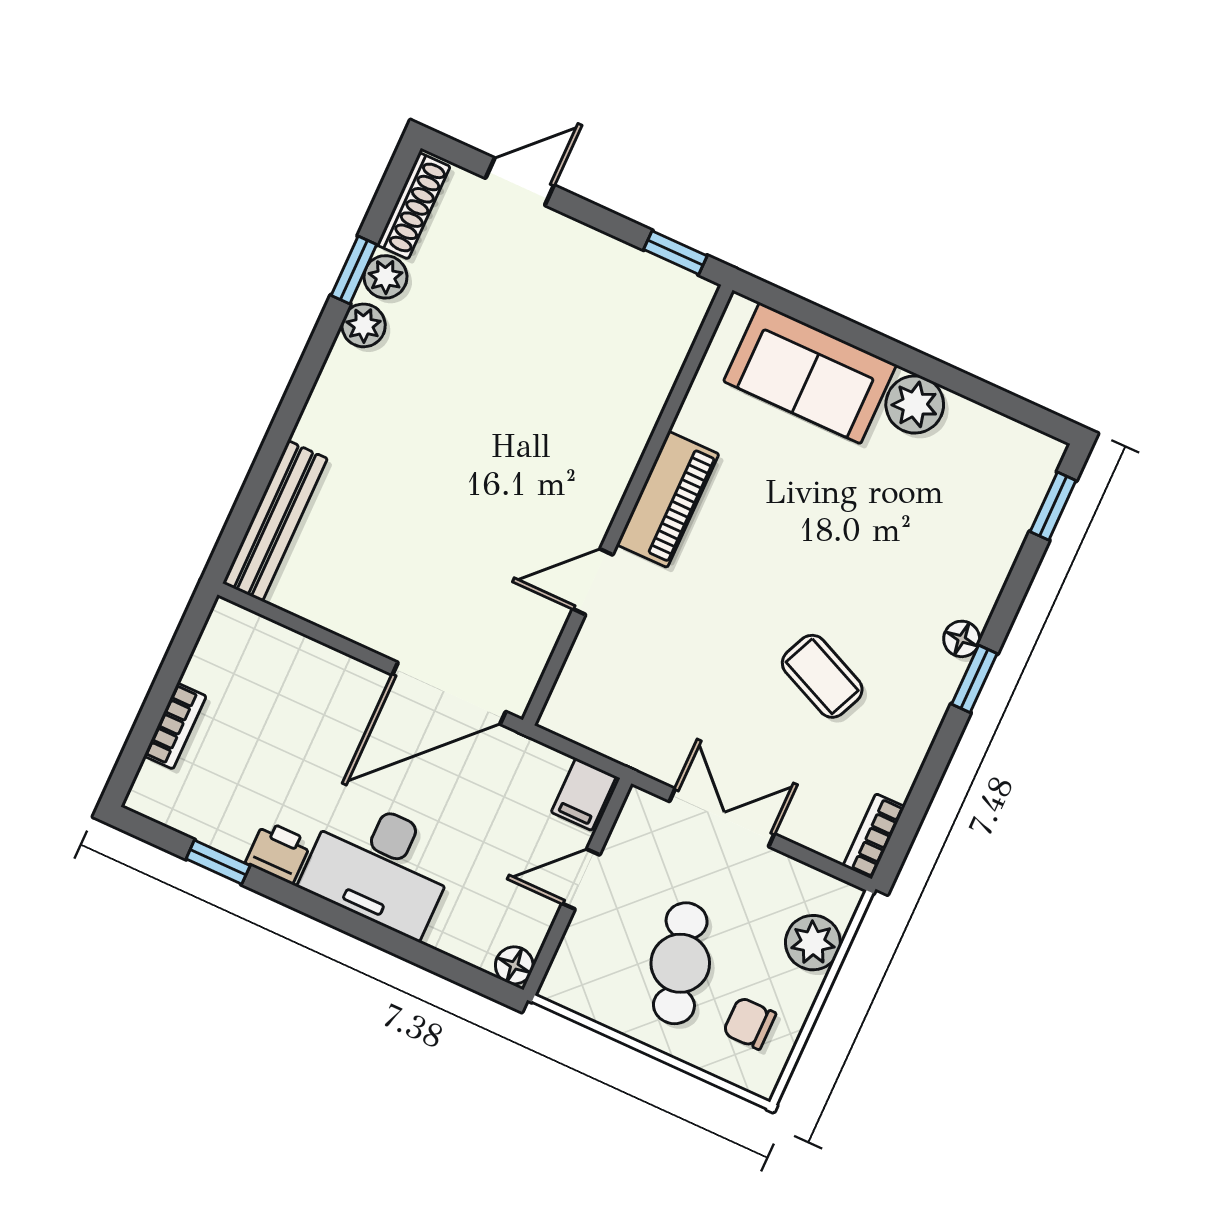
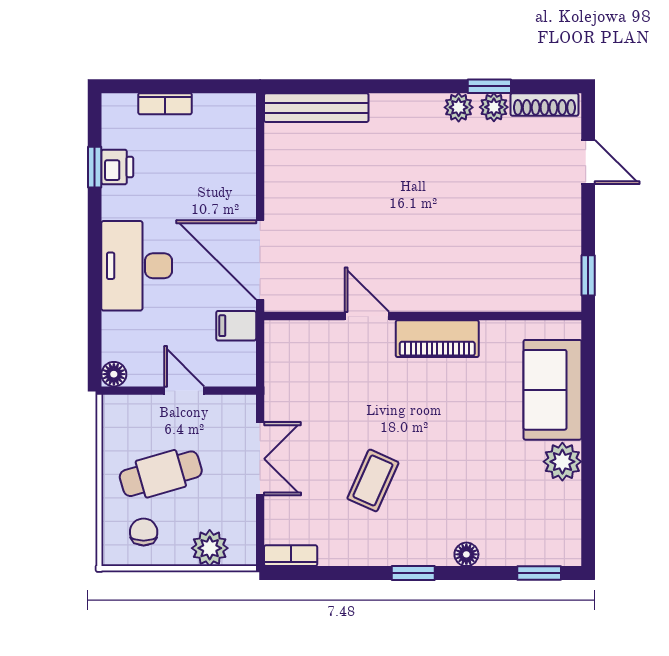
floor lamp: (962, 639) -> (466, 554), moved
filing cabinet: (584, 794) -> (236, 326), moved
printer: (278, 852) -> (117, 167), moved

